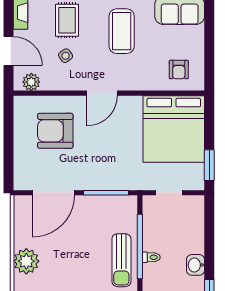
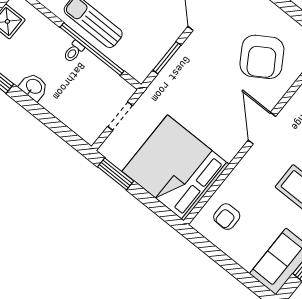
armchair: (179, 70) -> (227, 217), turned -90
armchair: (55, 131) -> (262, 57), turned 148
window: (106, 193) -> (167, 58), width x0.69

